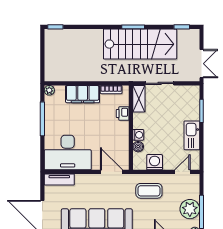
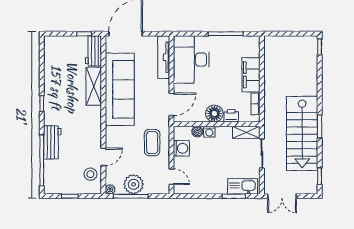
plant: (49, 90) -> (255, 41), removed
floor lamp: (121, 130) -> (214, 114), added
kitchen sink: (192, 135) -> (243, 186), moved
tv unit: (59, 180) -> (164, 57), width x1.41

